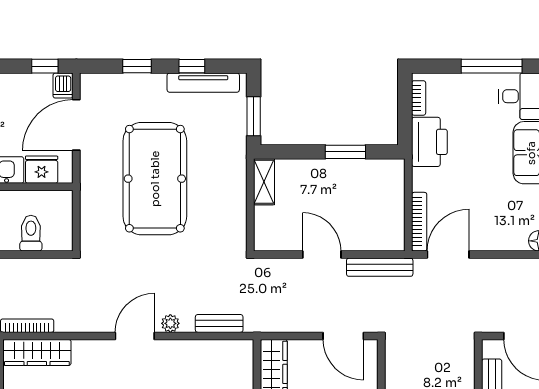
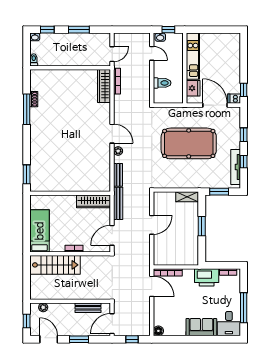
window: (345, 152) -> (202, 226), moved
bench: (380, 267) -> (118, 203), moved

